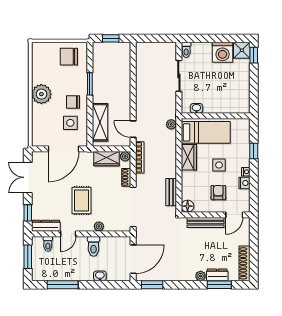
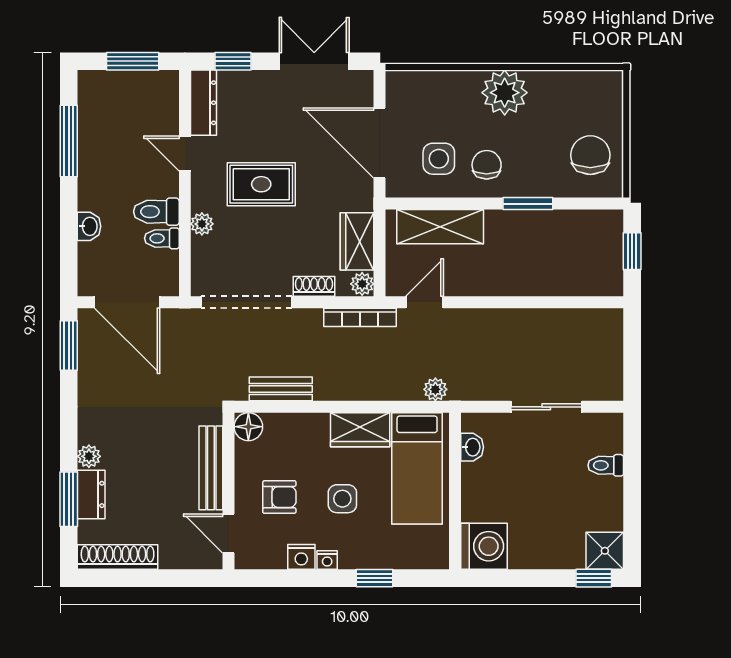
toilet: (186, 50) -> (606, 465), moved
washing machine: (223, 52) -> (484, 546), moved, turned 180
toilet: (48, 244) -> (162, 238), moved

